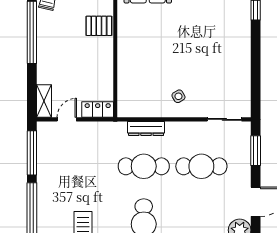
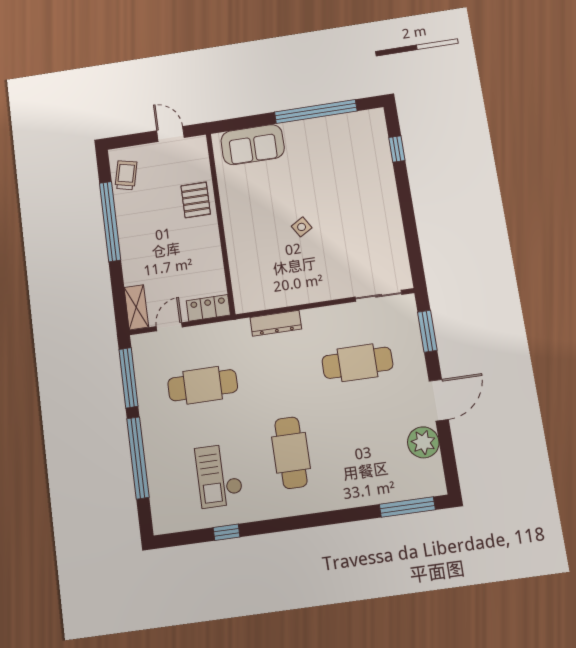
pallet: (99, 26) -> (196, 200), turned 90
side table: (178, 96) -> (302, 227), moved
cafe table: (144, 166) -> (203, 385), moved

